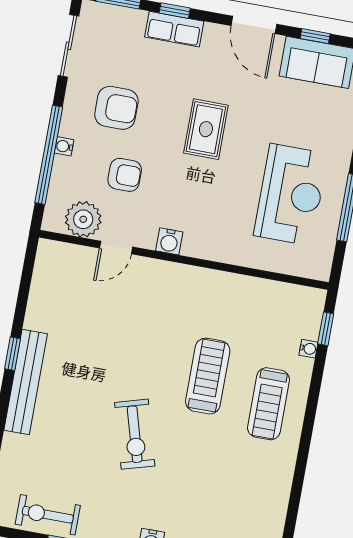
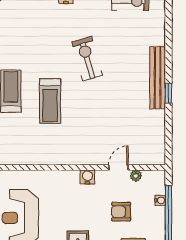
water cooler: (64, 146) -> (160, 200), moved
plant: (83, 219) -> (136, 176), width x0.53, depth x0.53

